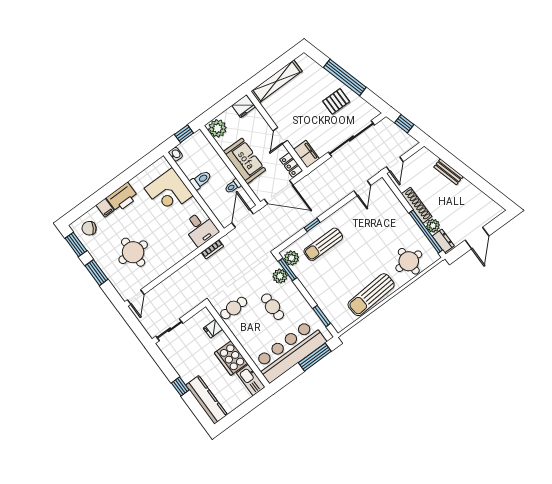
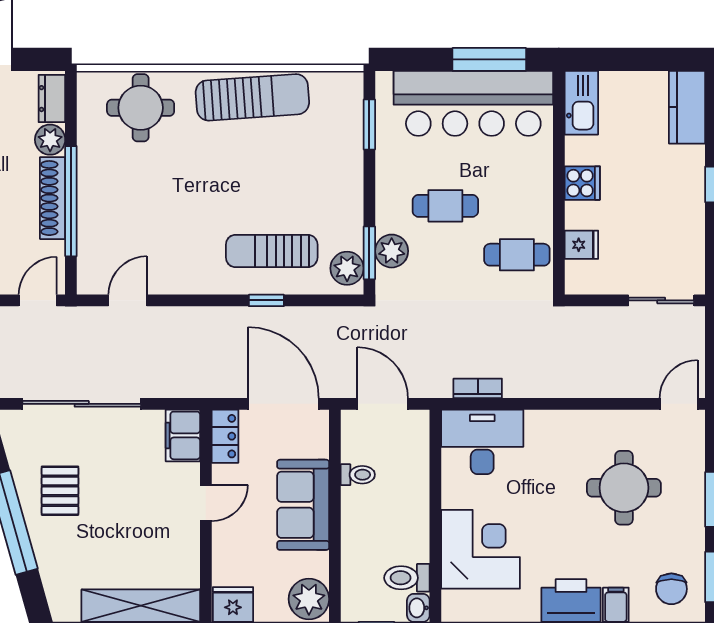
pallet: (336, 101) -> (60, 491), turned 90
toilet: (201, 180) -> (407, 578), moved
door: (243, 218) -> (382, 404), swing flipped
chair: (89, 228) -> (671, 589), turned 60
desk: (201, 228) -> (482, 442), width x1.37
window: (426, 232) -> (71, 201), moved
sun lounger: (323, 244) -> (272, 251), turned 180
cafe table: (273, 307) -> (445, 206), turned 90
window: (315, 357) -> (489, 59), moved
cooker: (231, 358) -> (582, 183), width x0.53, depth x0.76
kitchen counter: (207, 400) -> (687, 107), width x0.67

